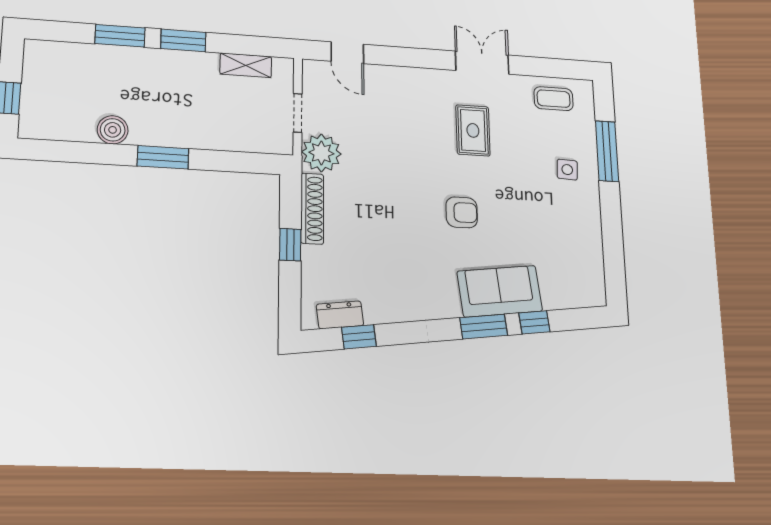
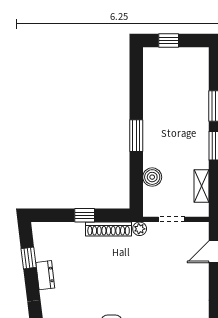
boiler: (113, 130) -> (152, 177), moved
plant: (321, 153) -> (140, 229), width x0.53, depth x0.53
dresser: (340, 315) -> (45, 275), moved

